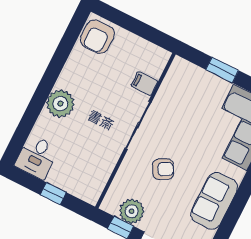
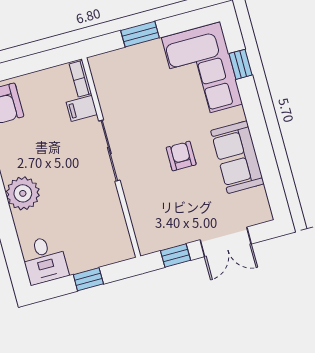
bookcase: (160, 64) -> (80, 79), added
armchair: (163, 169) -> (181, 156), moved, turned -61
plant: (132, 211) -> (172, 232), removed

